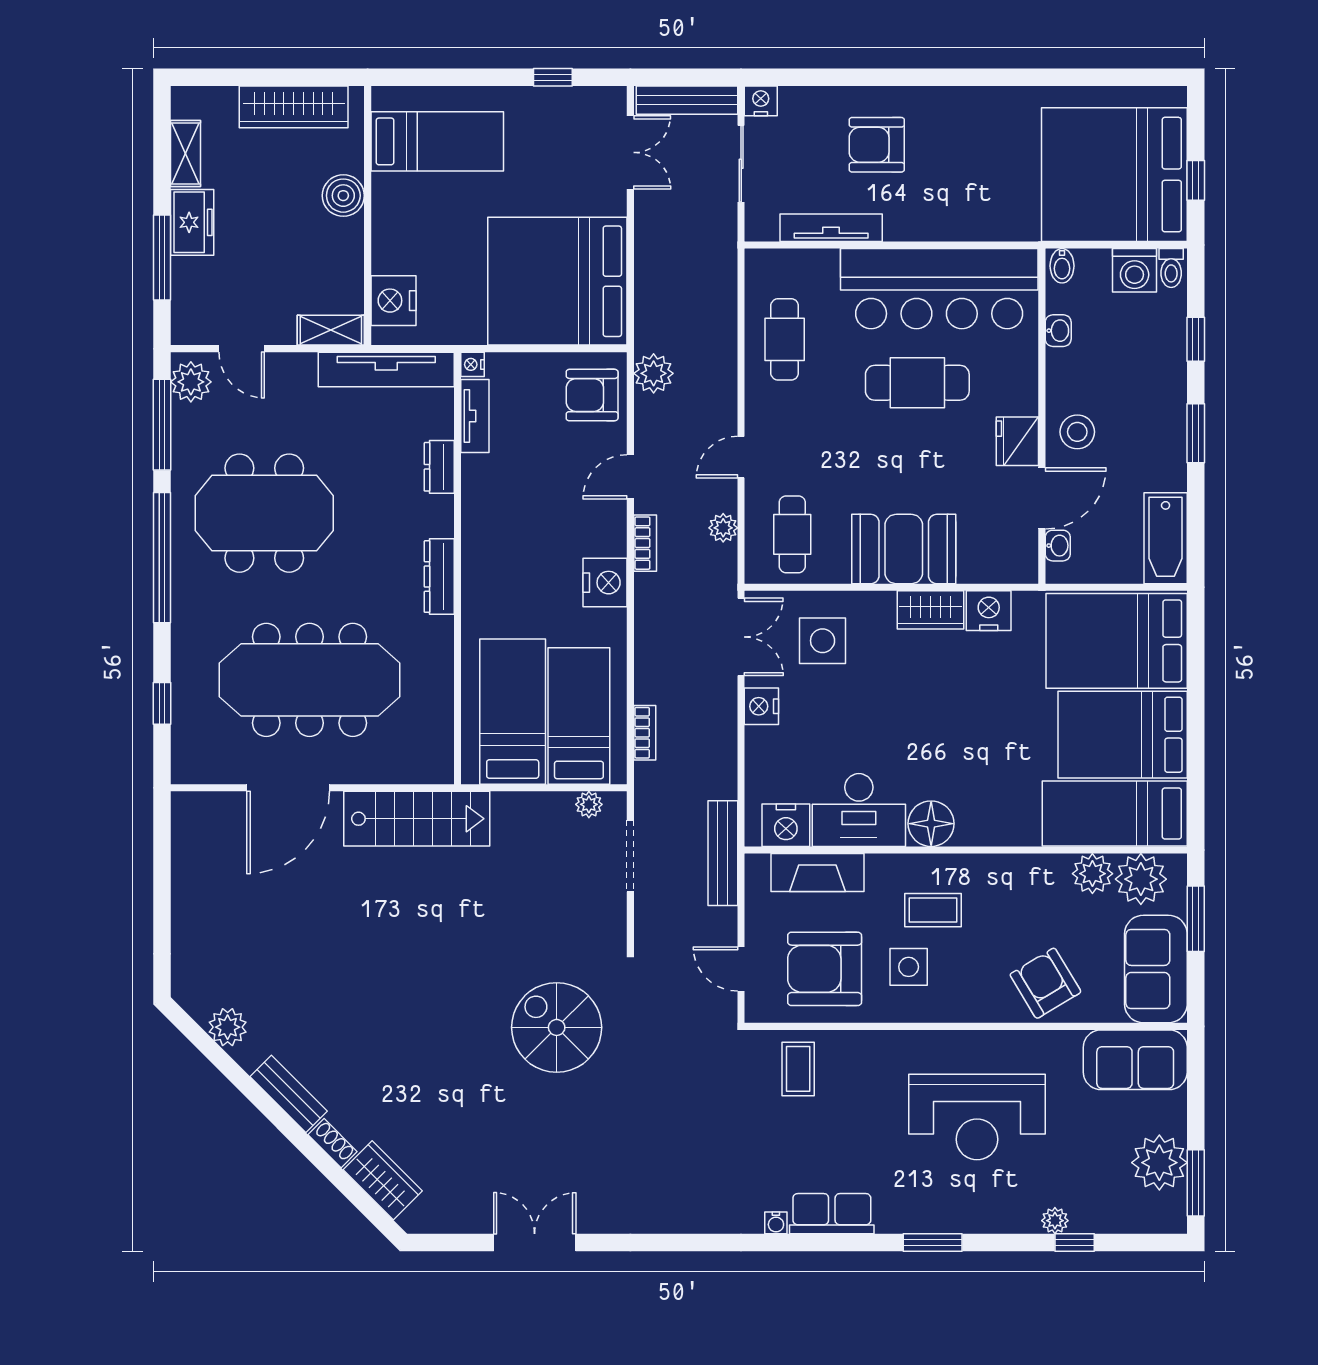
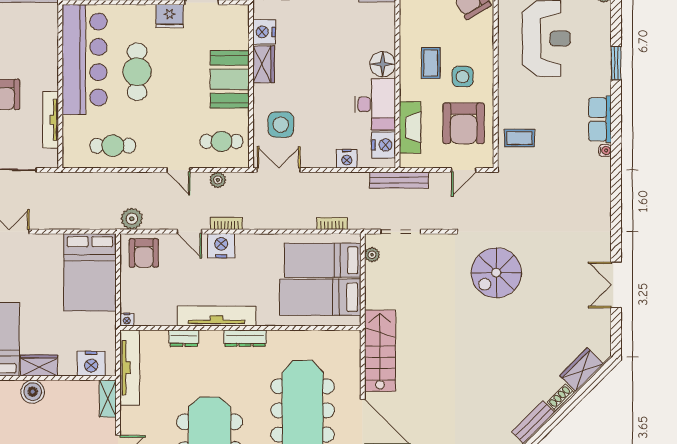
wardrobe: (390, 207) -> (39, 365), added
bed: (557, 281) -> (90, 272), width x0.73
tv unit: (475, 416) -> (217, 316), moved, width x1.92, depth x1.29
nightstand: (605, 583) -> (221, 246), moved
nightstand: (761, 706) -> (347, 159), moved

